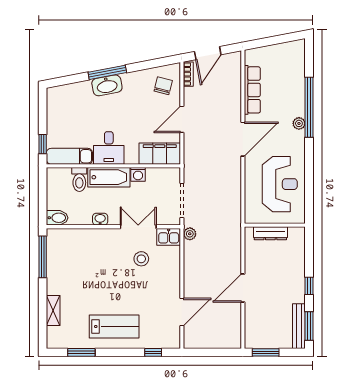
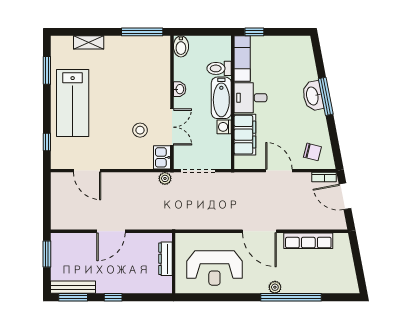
filing cabinet: (160, 154) -> (245, 135), moved
door: (243, 288) -> (111, 231), swing flipped
lab bench: (114, 327) -> (73, 103), width x1.36, depth x1.39

